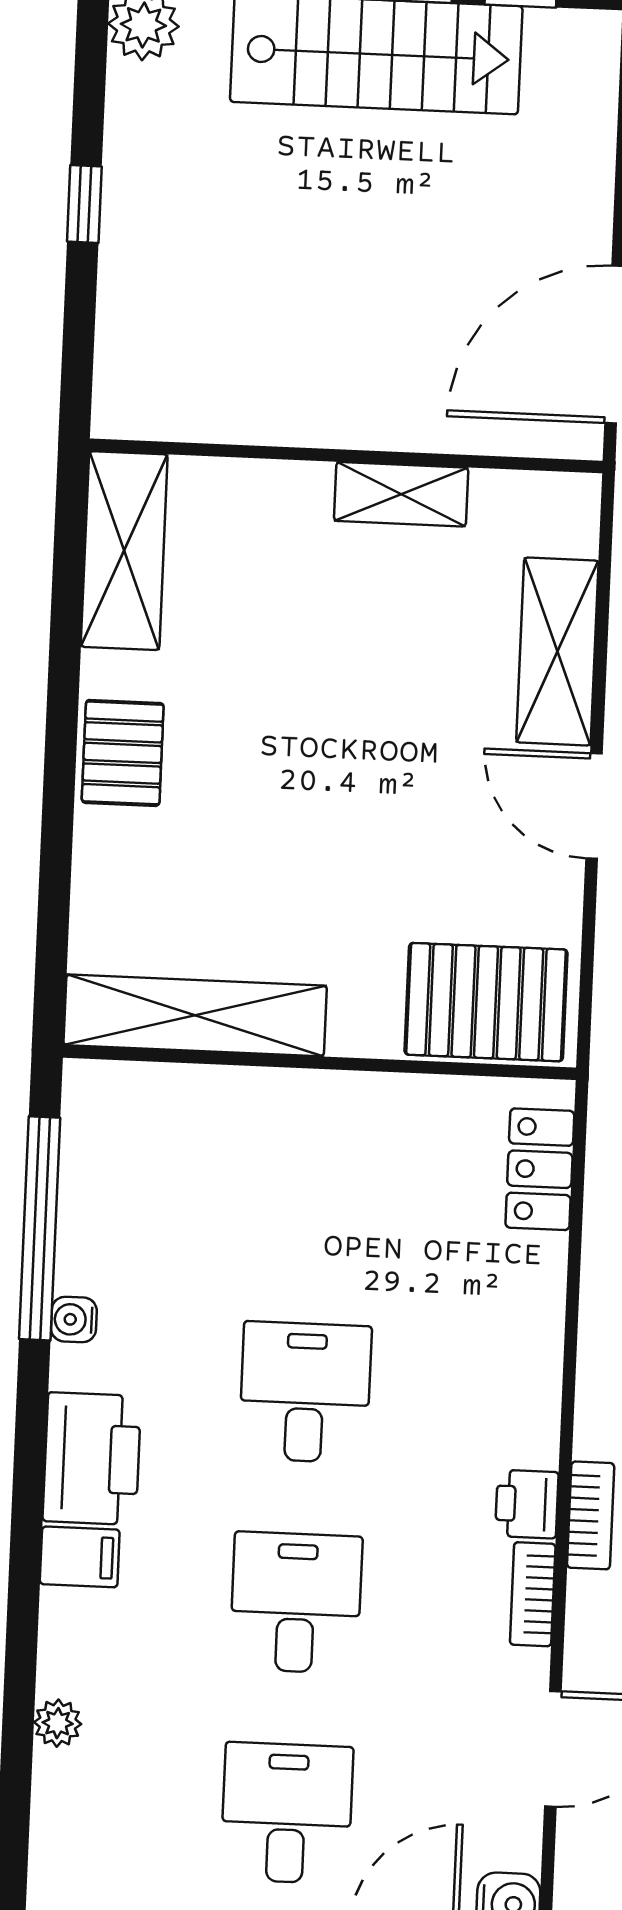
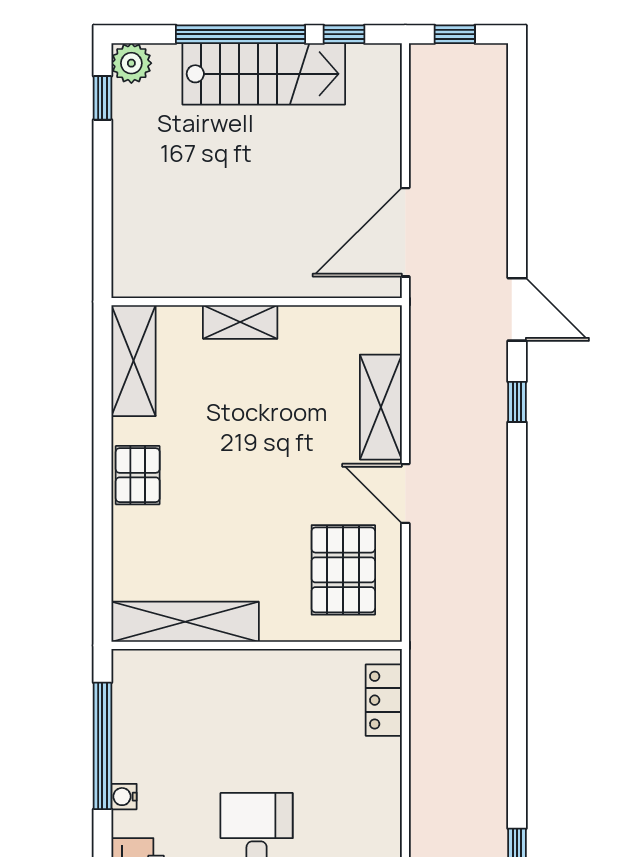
window: (84, 204) -> (102, 98), moved
shelving: (401, 494) -> (240, 322), moved
pallet: (486, 1002) -> (343, 570), moved, turned 90

